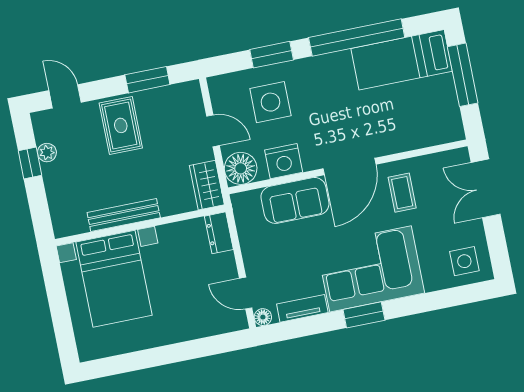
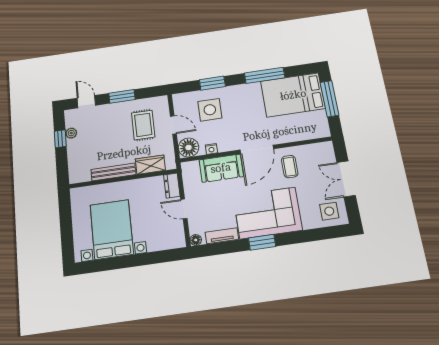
window: (357, 38) -> (265, 75), width x0.68
bed: (402, 60) -> (293, 95), width x1.50
window: (147, 80) -> (122, 96), moved
rug: (121, 125) -> (143, 125), moved
nightstand: (284, 161) -> (211, 149), width x0.53, depth x0.56
wardrobe: (207, 185) -> (150, 165), moved, turned 90
double door: (486, 188) -> (346, 179), moved
bed with nightstands: (114, 279) -> (112, 229), moved, turned 180
door: (246, 293) -> (184, 209), moved

